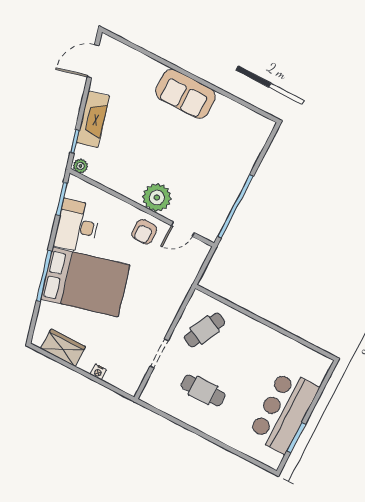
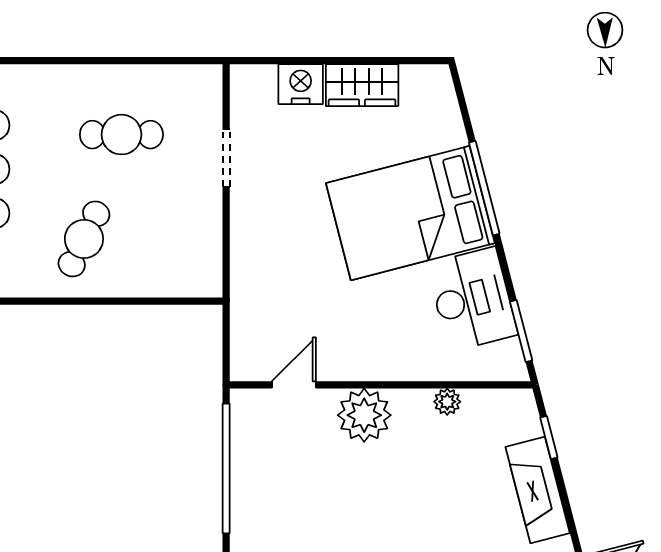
plant: (80, 166) -> (447, 402), moved
armchair: (144, 232) -> (356, 348), removed
cafe table: (205, 330) -> (84, 239), moved
wardrobe: (63, 348) -> (362, 85), moved
nightstand: (98, 372) -> (301, 84), width x1.89, depth x1.79

